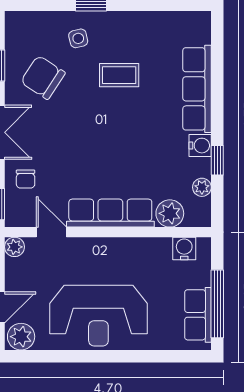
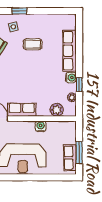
row of seats: (110, 213) -> (22, 110), width x0.68
water cooler: (184, 248) -> (41, 126), moved
window: (217, 304) -> (79, 153), width x0.69

